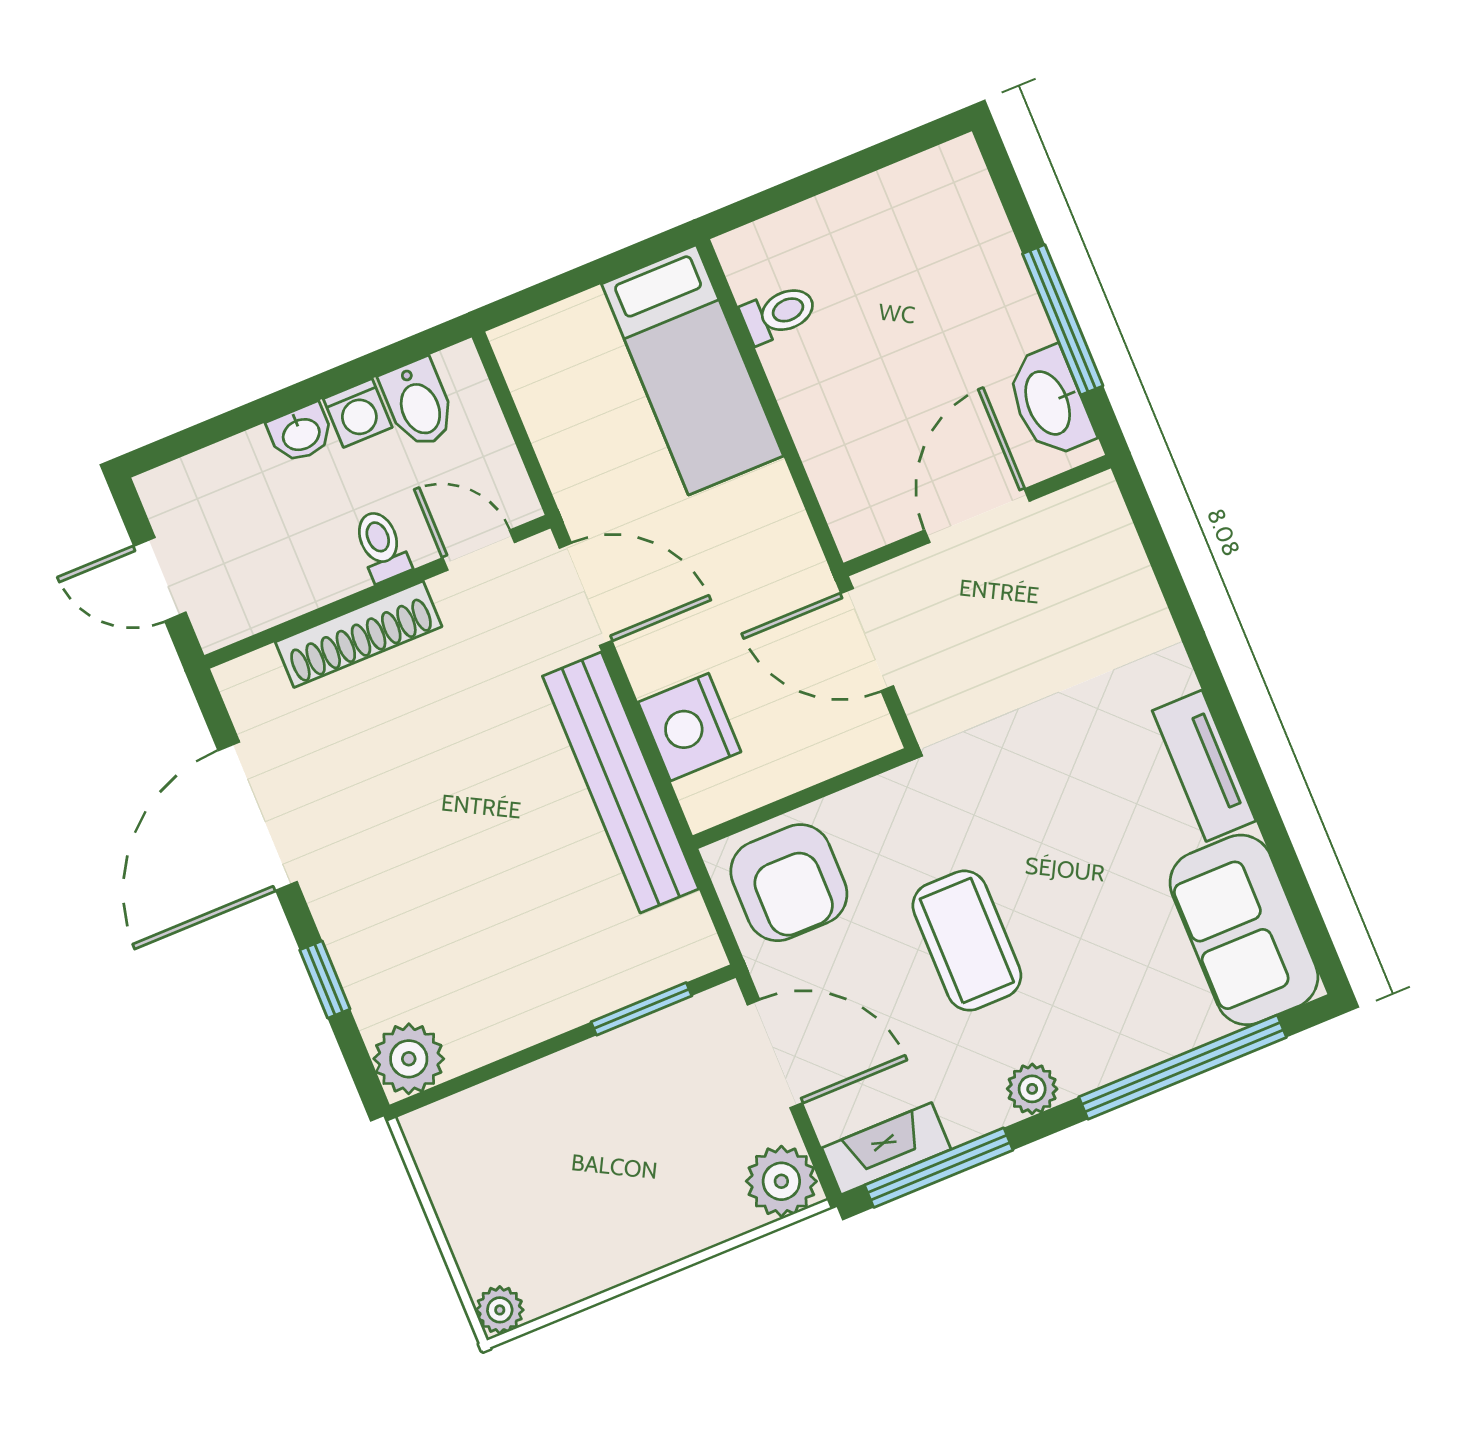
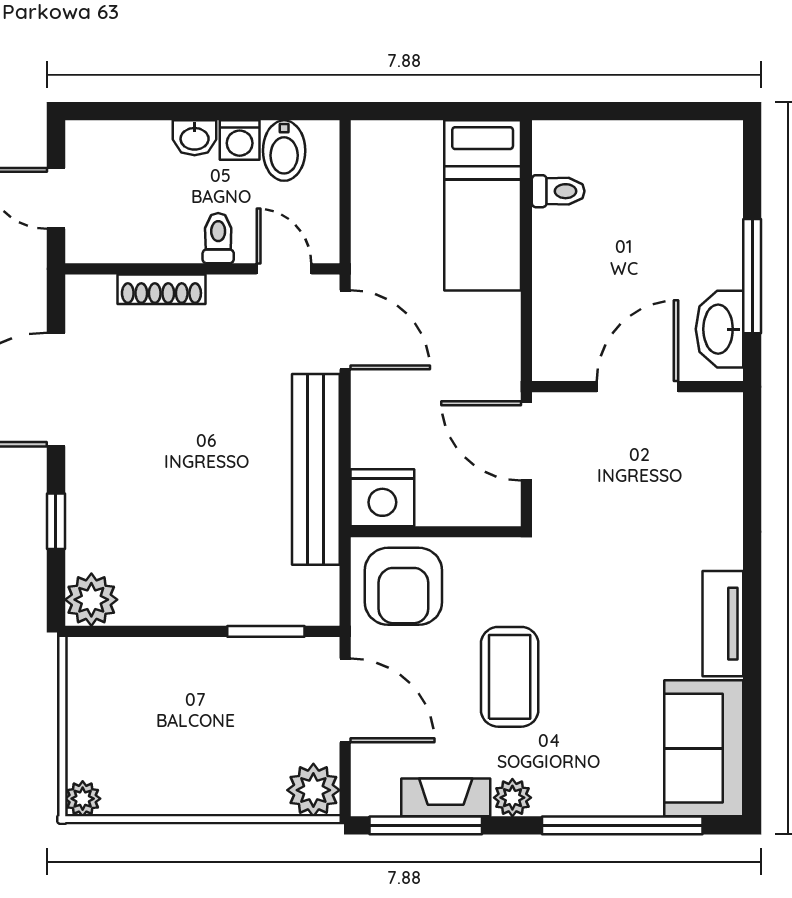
shoe rack: (359, 634) -> (161, 289), width x0.74, depth x0.81
nightstand: (689, 727) -> (382, 498), moved, turned -90
fireplace: (886, 1149) -> (446, 797), moved

